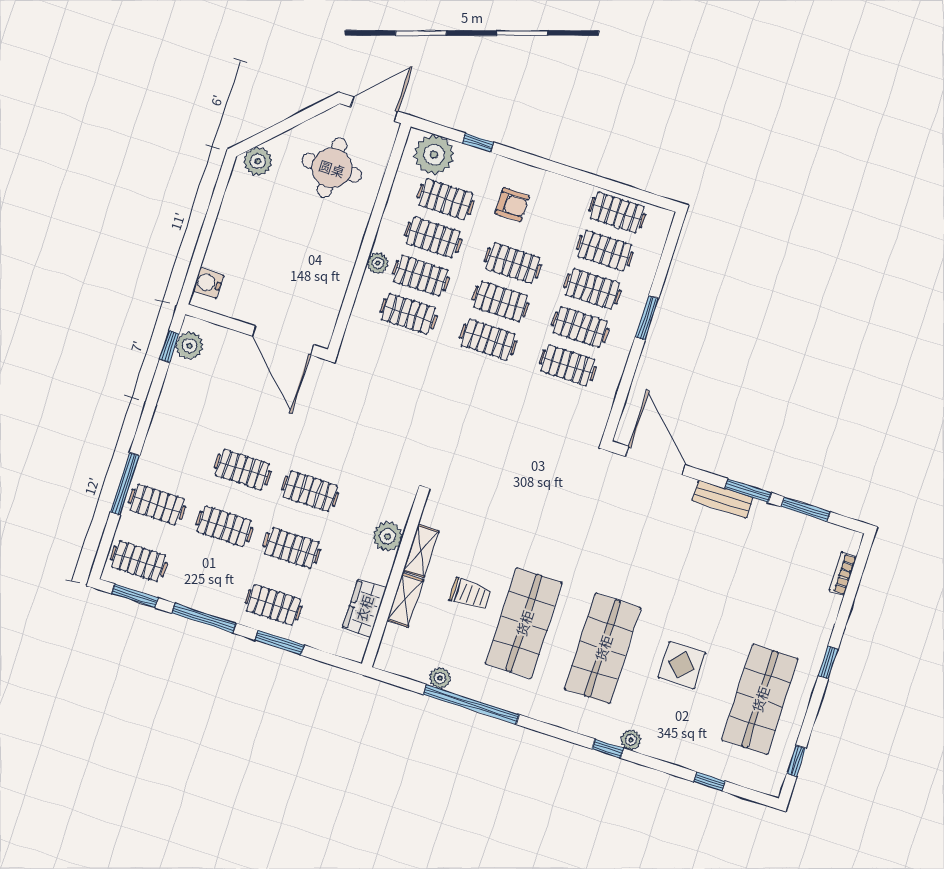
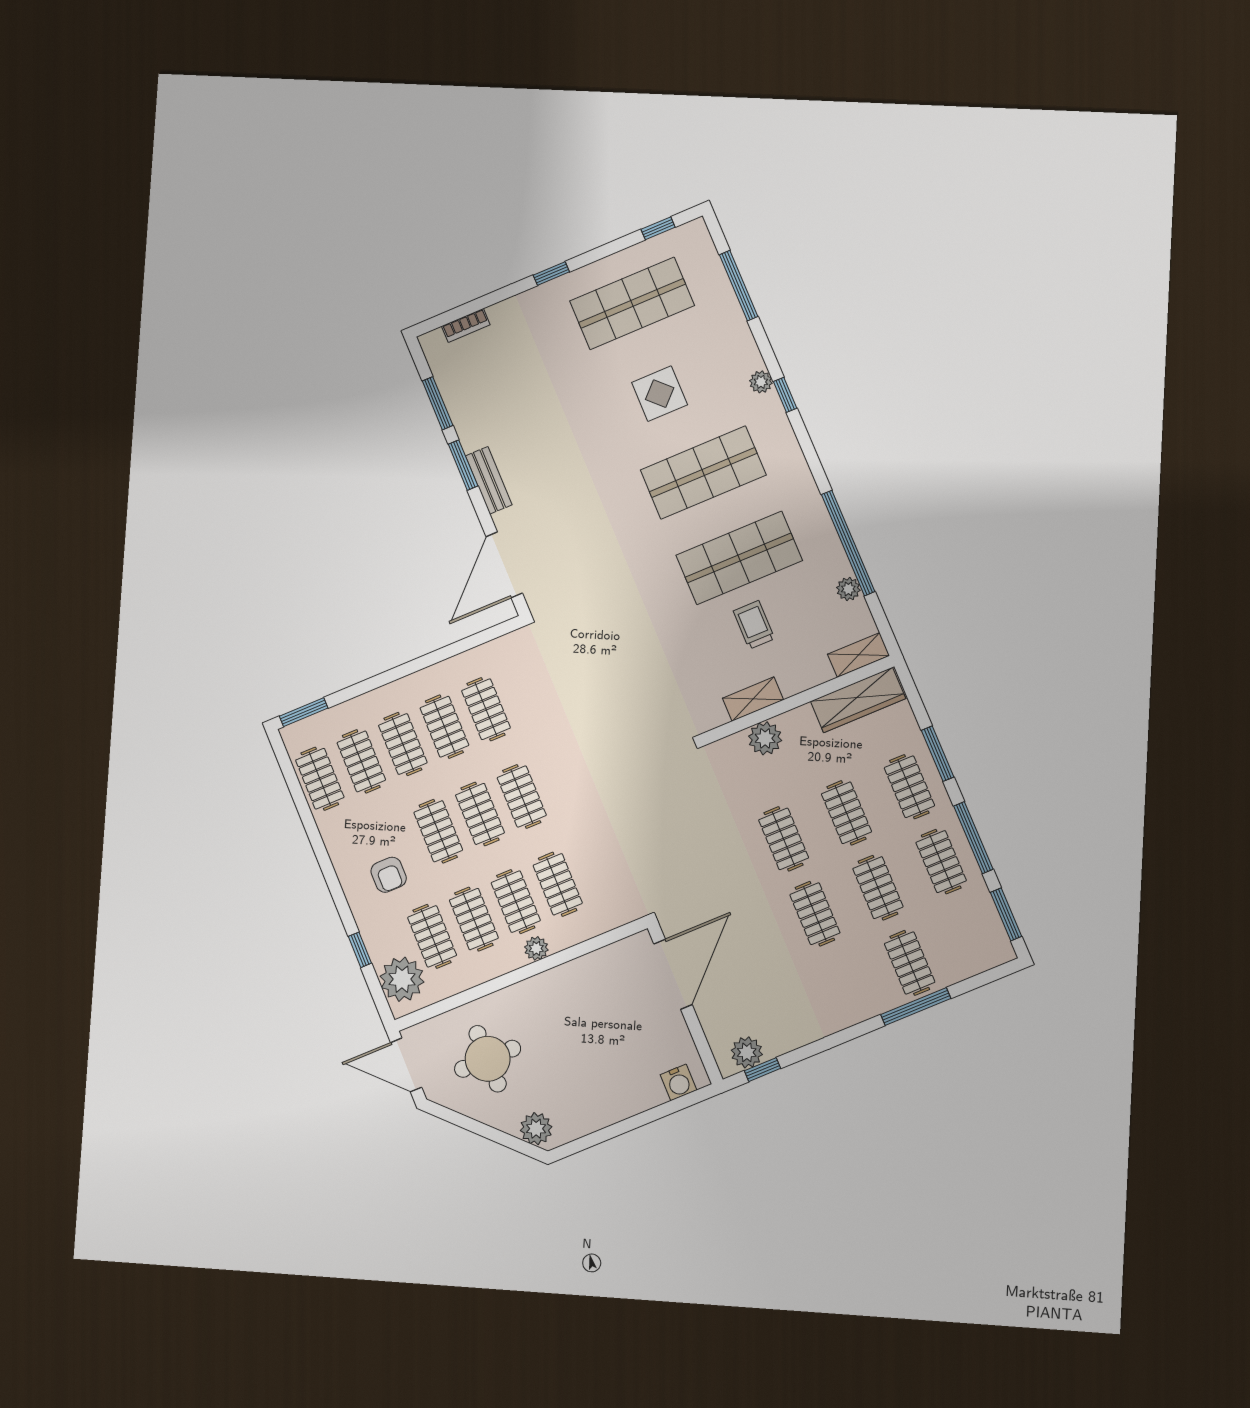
armchair: (512, 205) -> (389, 875), turned 180
window: (647, 318) -> (304, 712), moved
clothes rail: (139, 561) -> (941, 862), moved
shelving: (405, 600) -> (859, 655), moved
wardrobe: (364, 608) -> (858, 700), width x1.50
window: (709, 781) -> (739, 286), width x2.17

